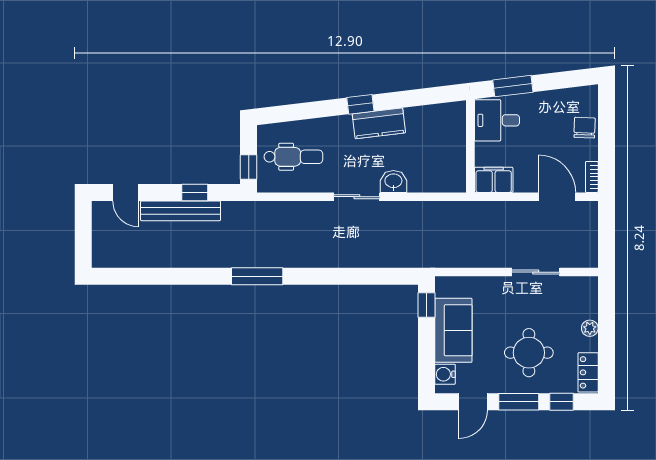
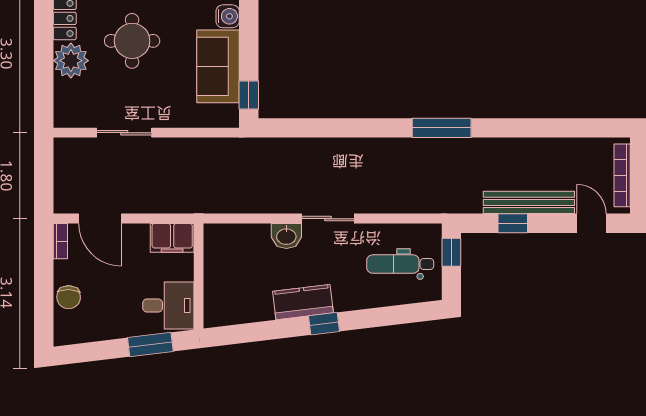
bookcase: (99, 235) -> (622, 175), added
plant: (590, 328) -> (71, 61), width x1.88, depth x1.88

